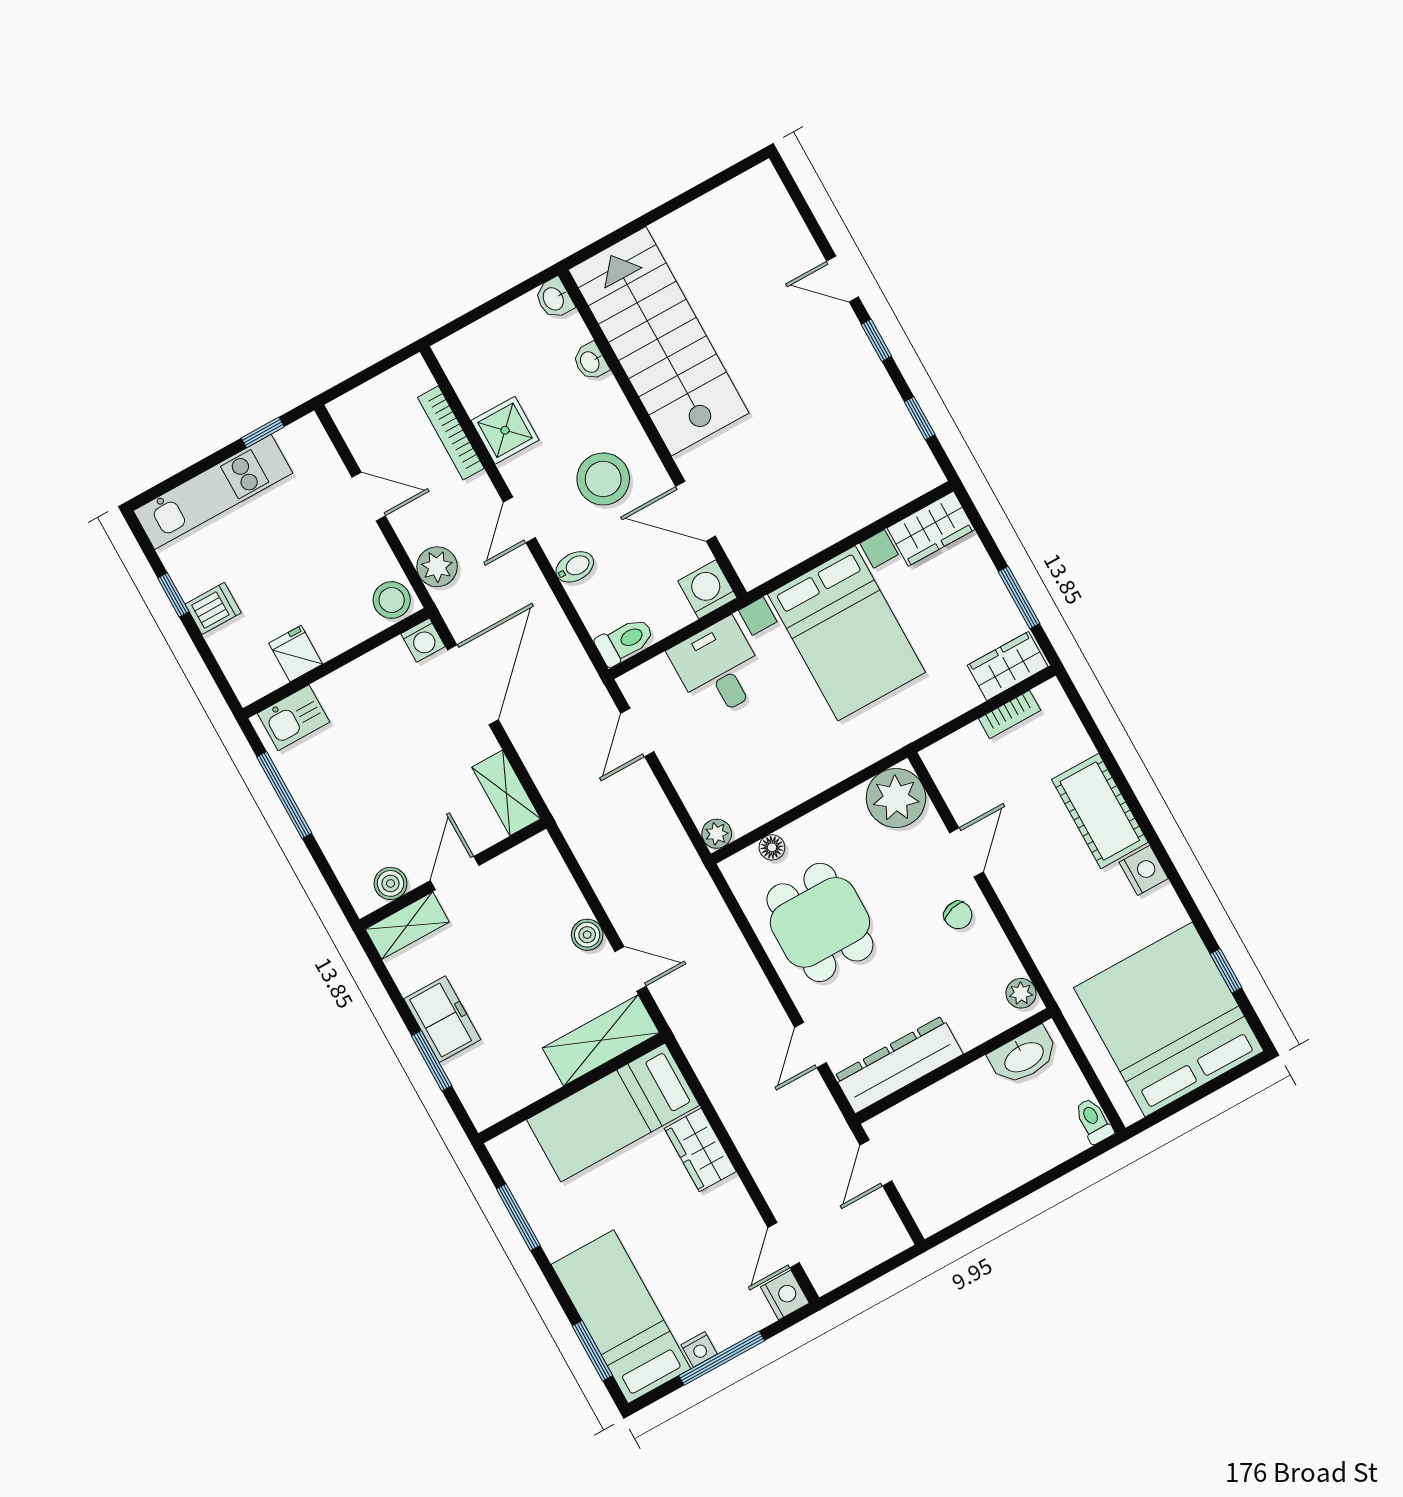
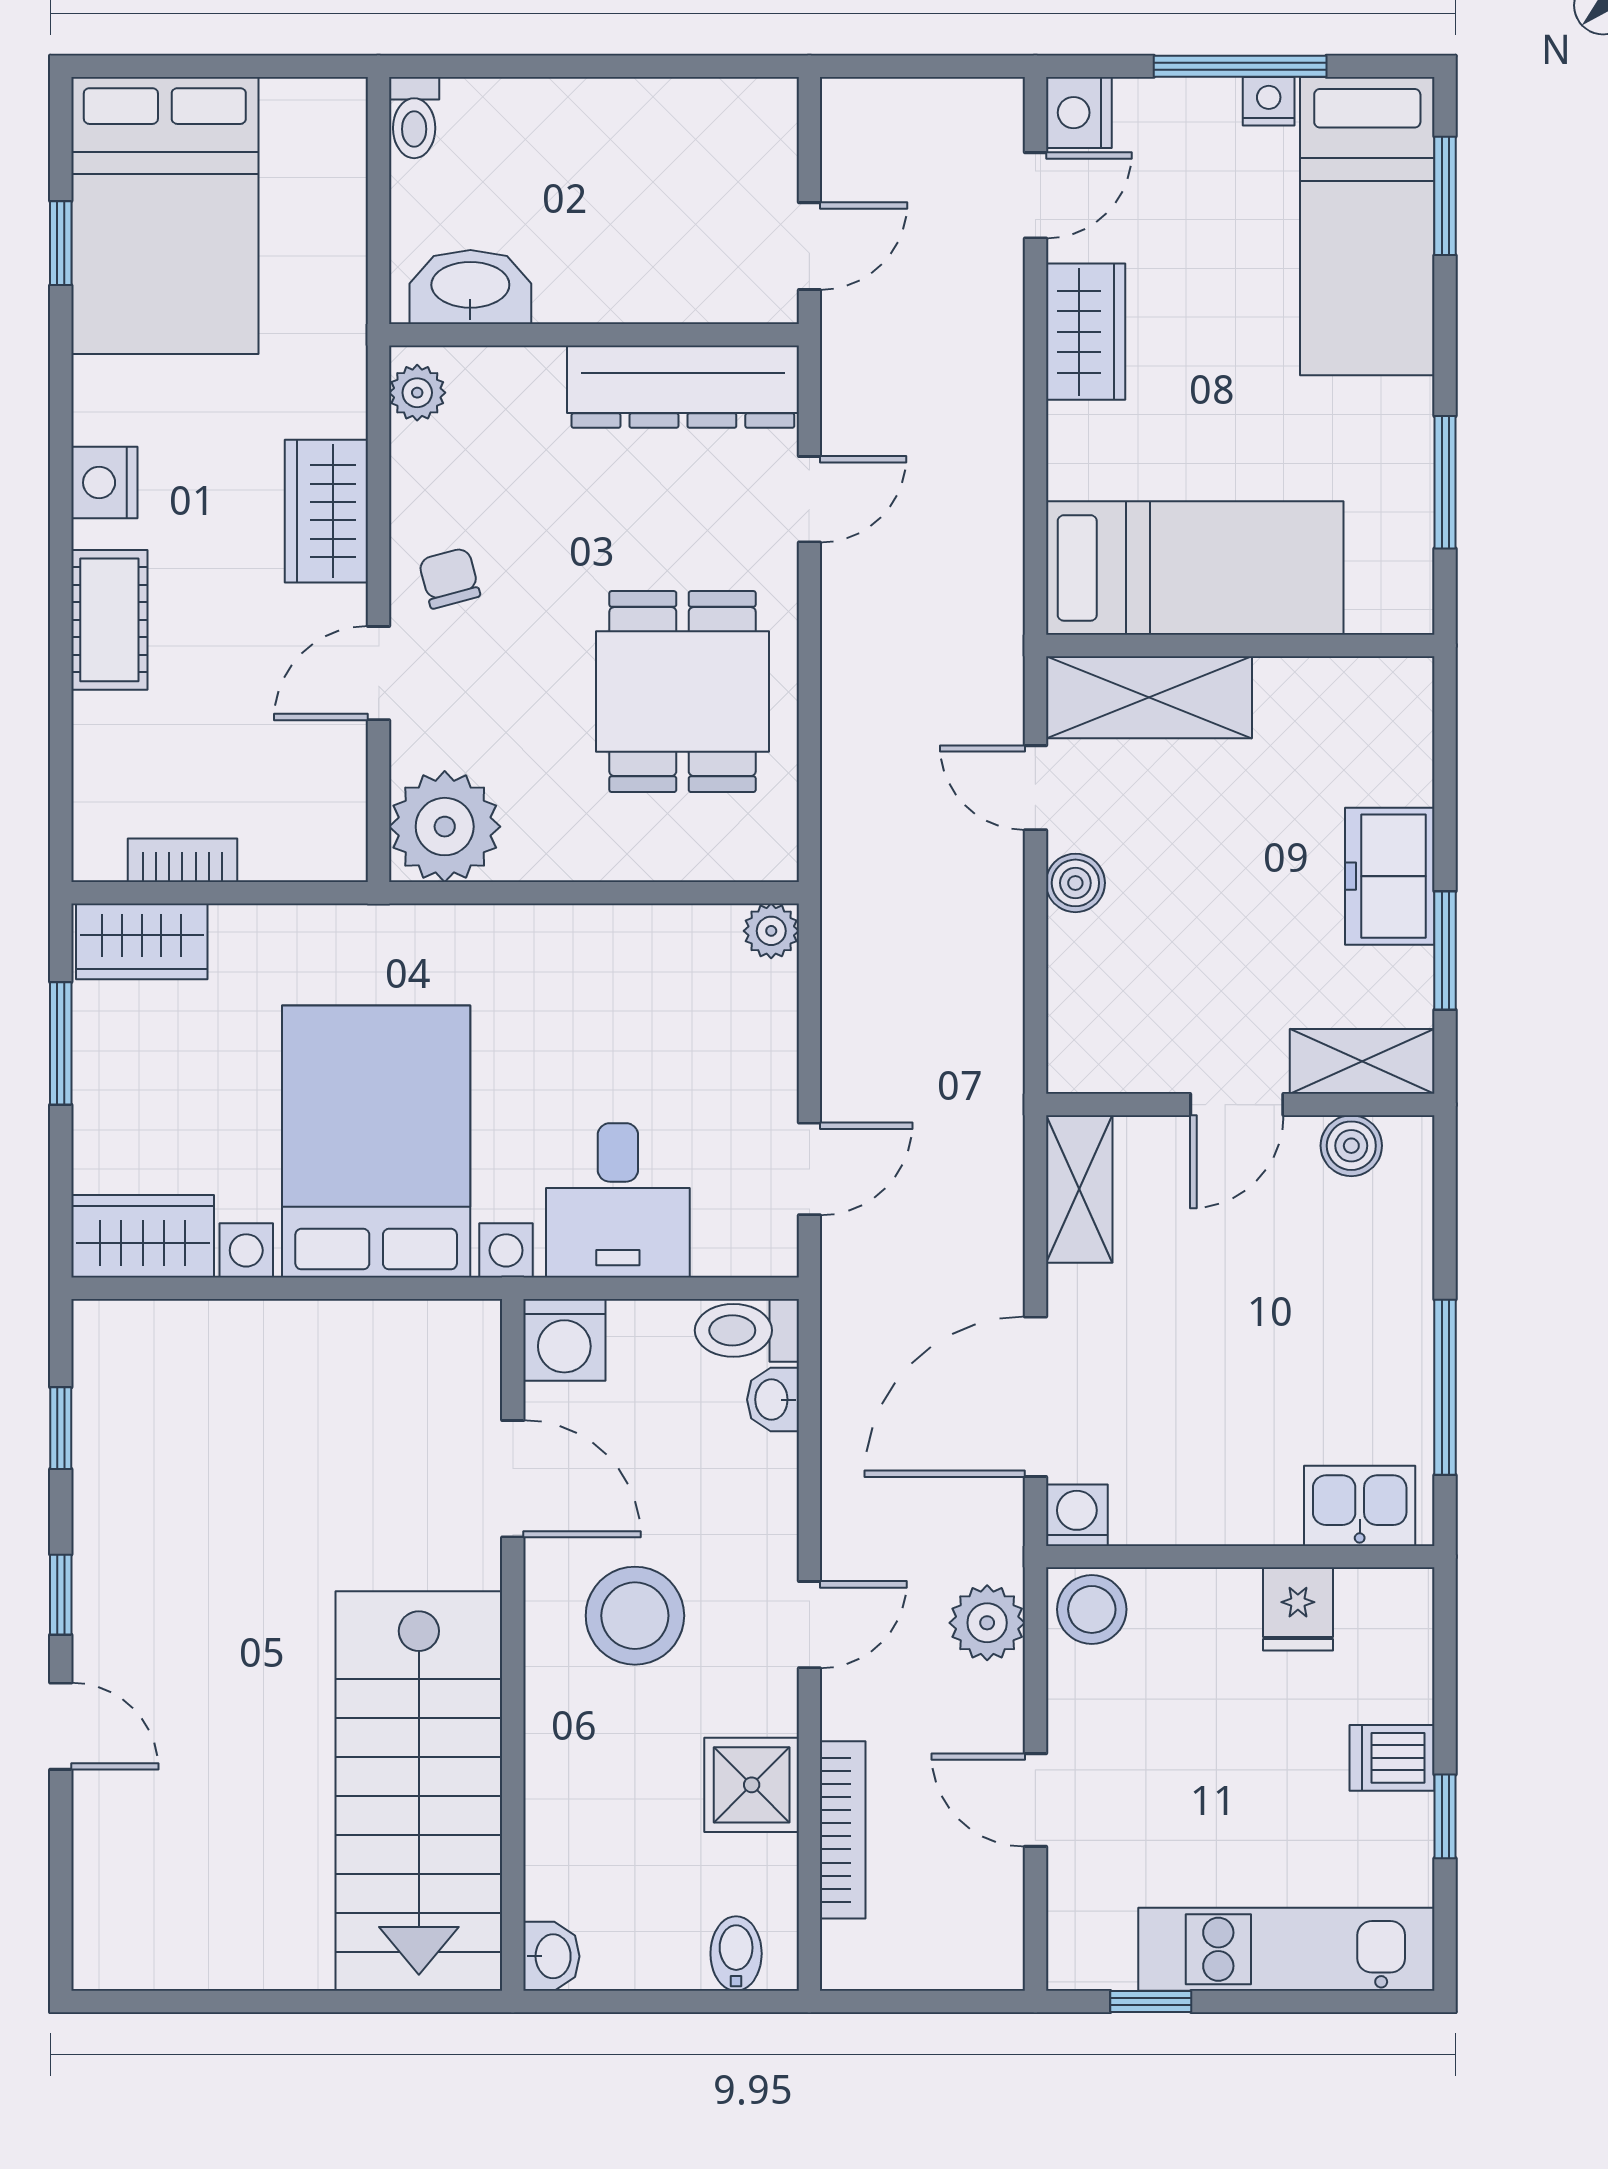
washbasin: (590, 362) -> (773, 1400), moved, turned 180
bidet: (575, 567) -> (736, 1954), moved, turned 90
cot: (1100, 811) -> (109, 620), width x0.73, depth x0.75
floor lamp: (772, 847) -> (693, 858), removed
wardrobe: (1033, 914) -> (326, 511), added
bed: (1169, 1019) -> (165, 215), width x0.73
window: (432, 1061) -> (1445, 951), moved
wardrobe: (700, 1150) -> (1086, 332), moved

